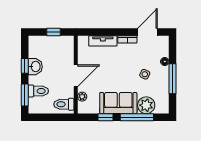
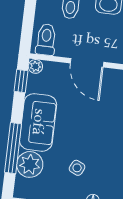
plant: (82, 97) -> (35, 66), moved
window: (105, 117) -> (21, 81), moved

